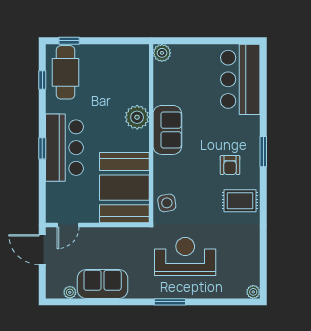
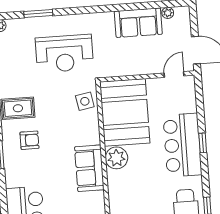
plant: (137, 117) -> (116, 158), moved
armchair: (230, 165) -> (29, 140), turned 90
window: (170, 302) -> (38, 14), moved

